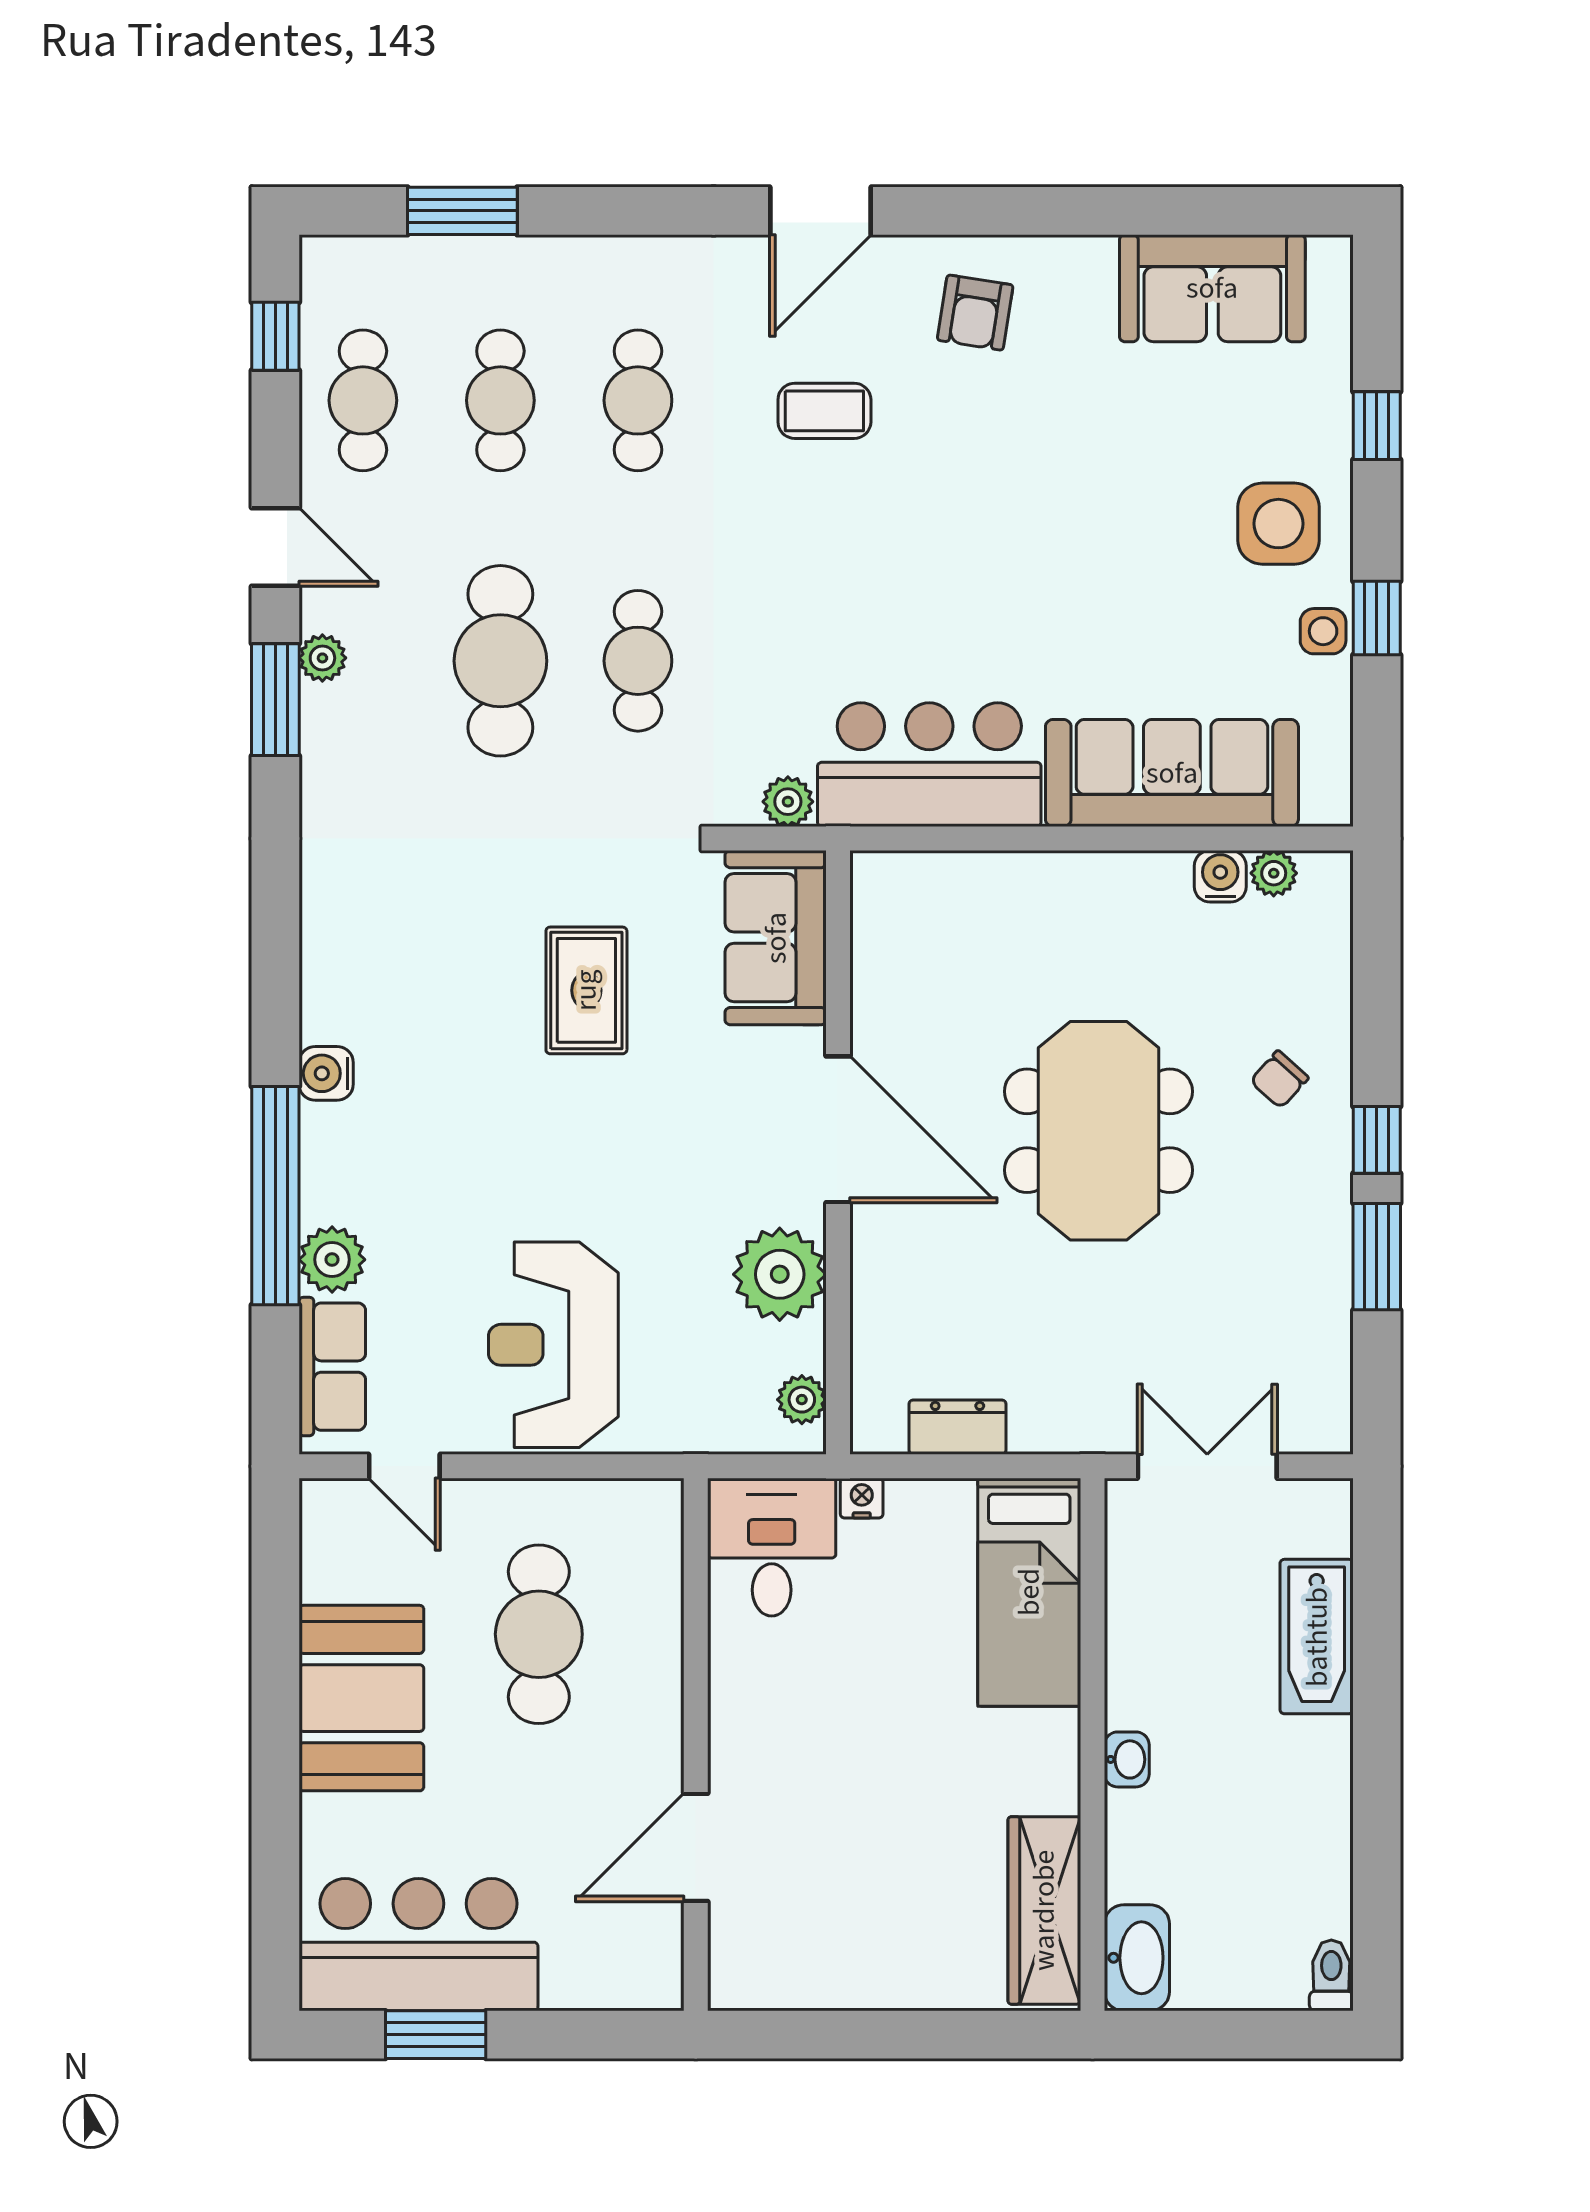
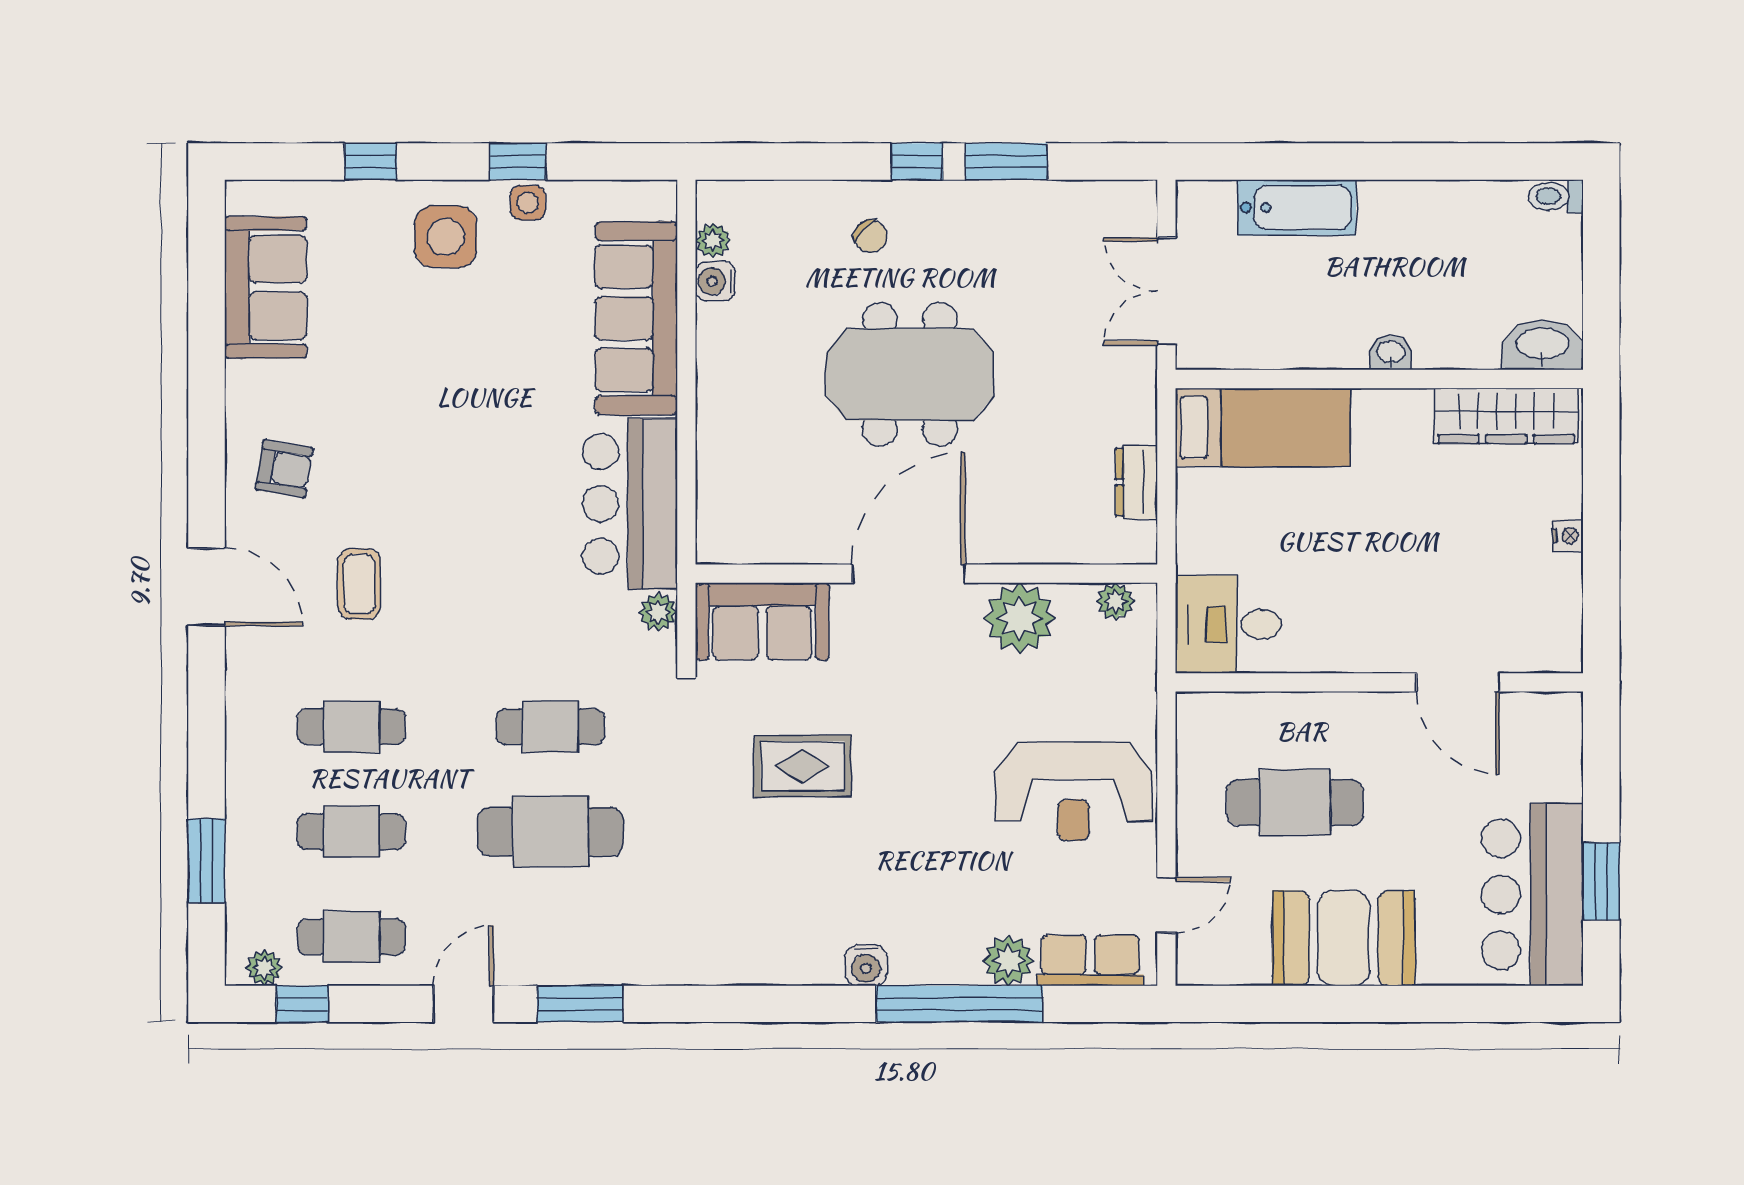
plant: (322, 658) -> (264, 968), moved
nightstand: (862, 1498) -> (1568, 536), moved, turned 180

